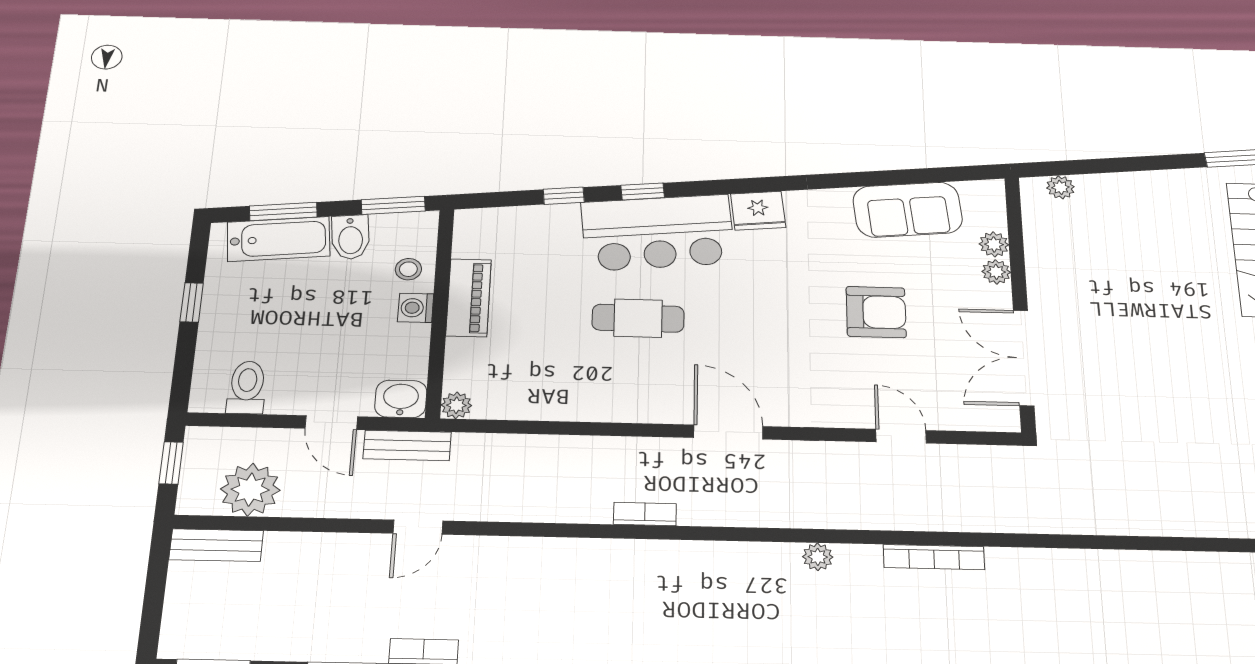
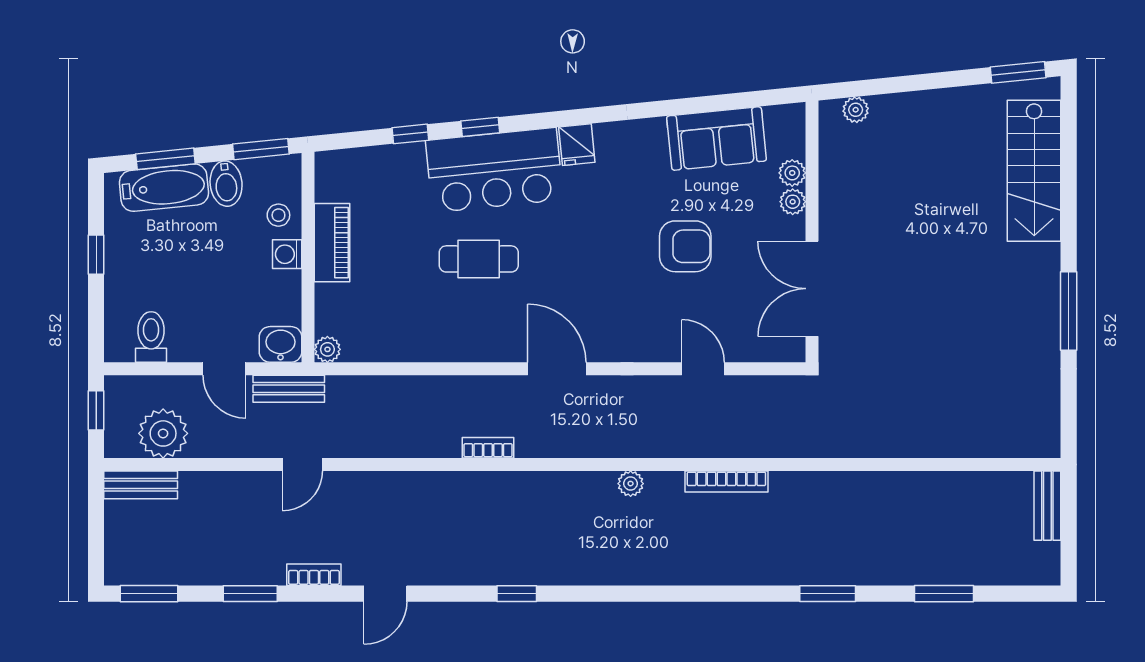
fridge: (758, 211) -> (577, 145), width x0.72

